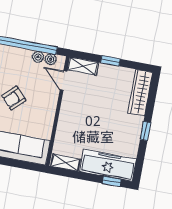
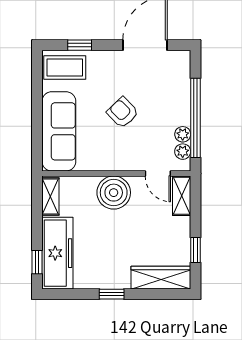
window: (110, 61) -> (195, 250), moved
door: (63, 81) -> (158, 174), swing flipped
boiler: (71, 116) -> (114, 193), added

